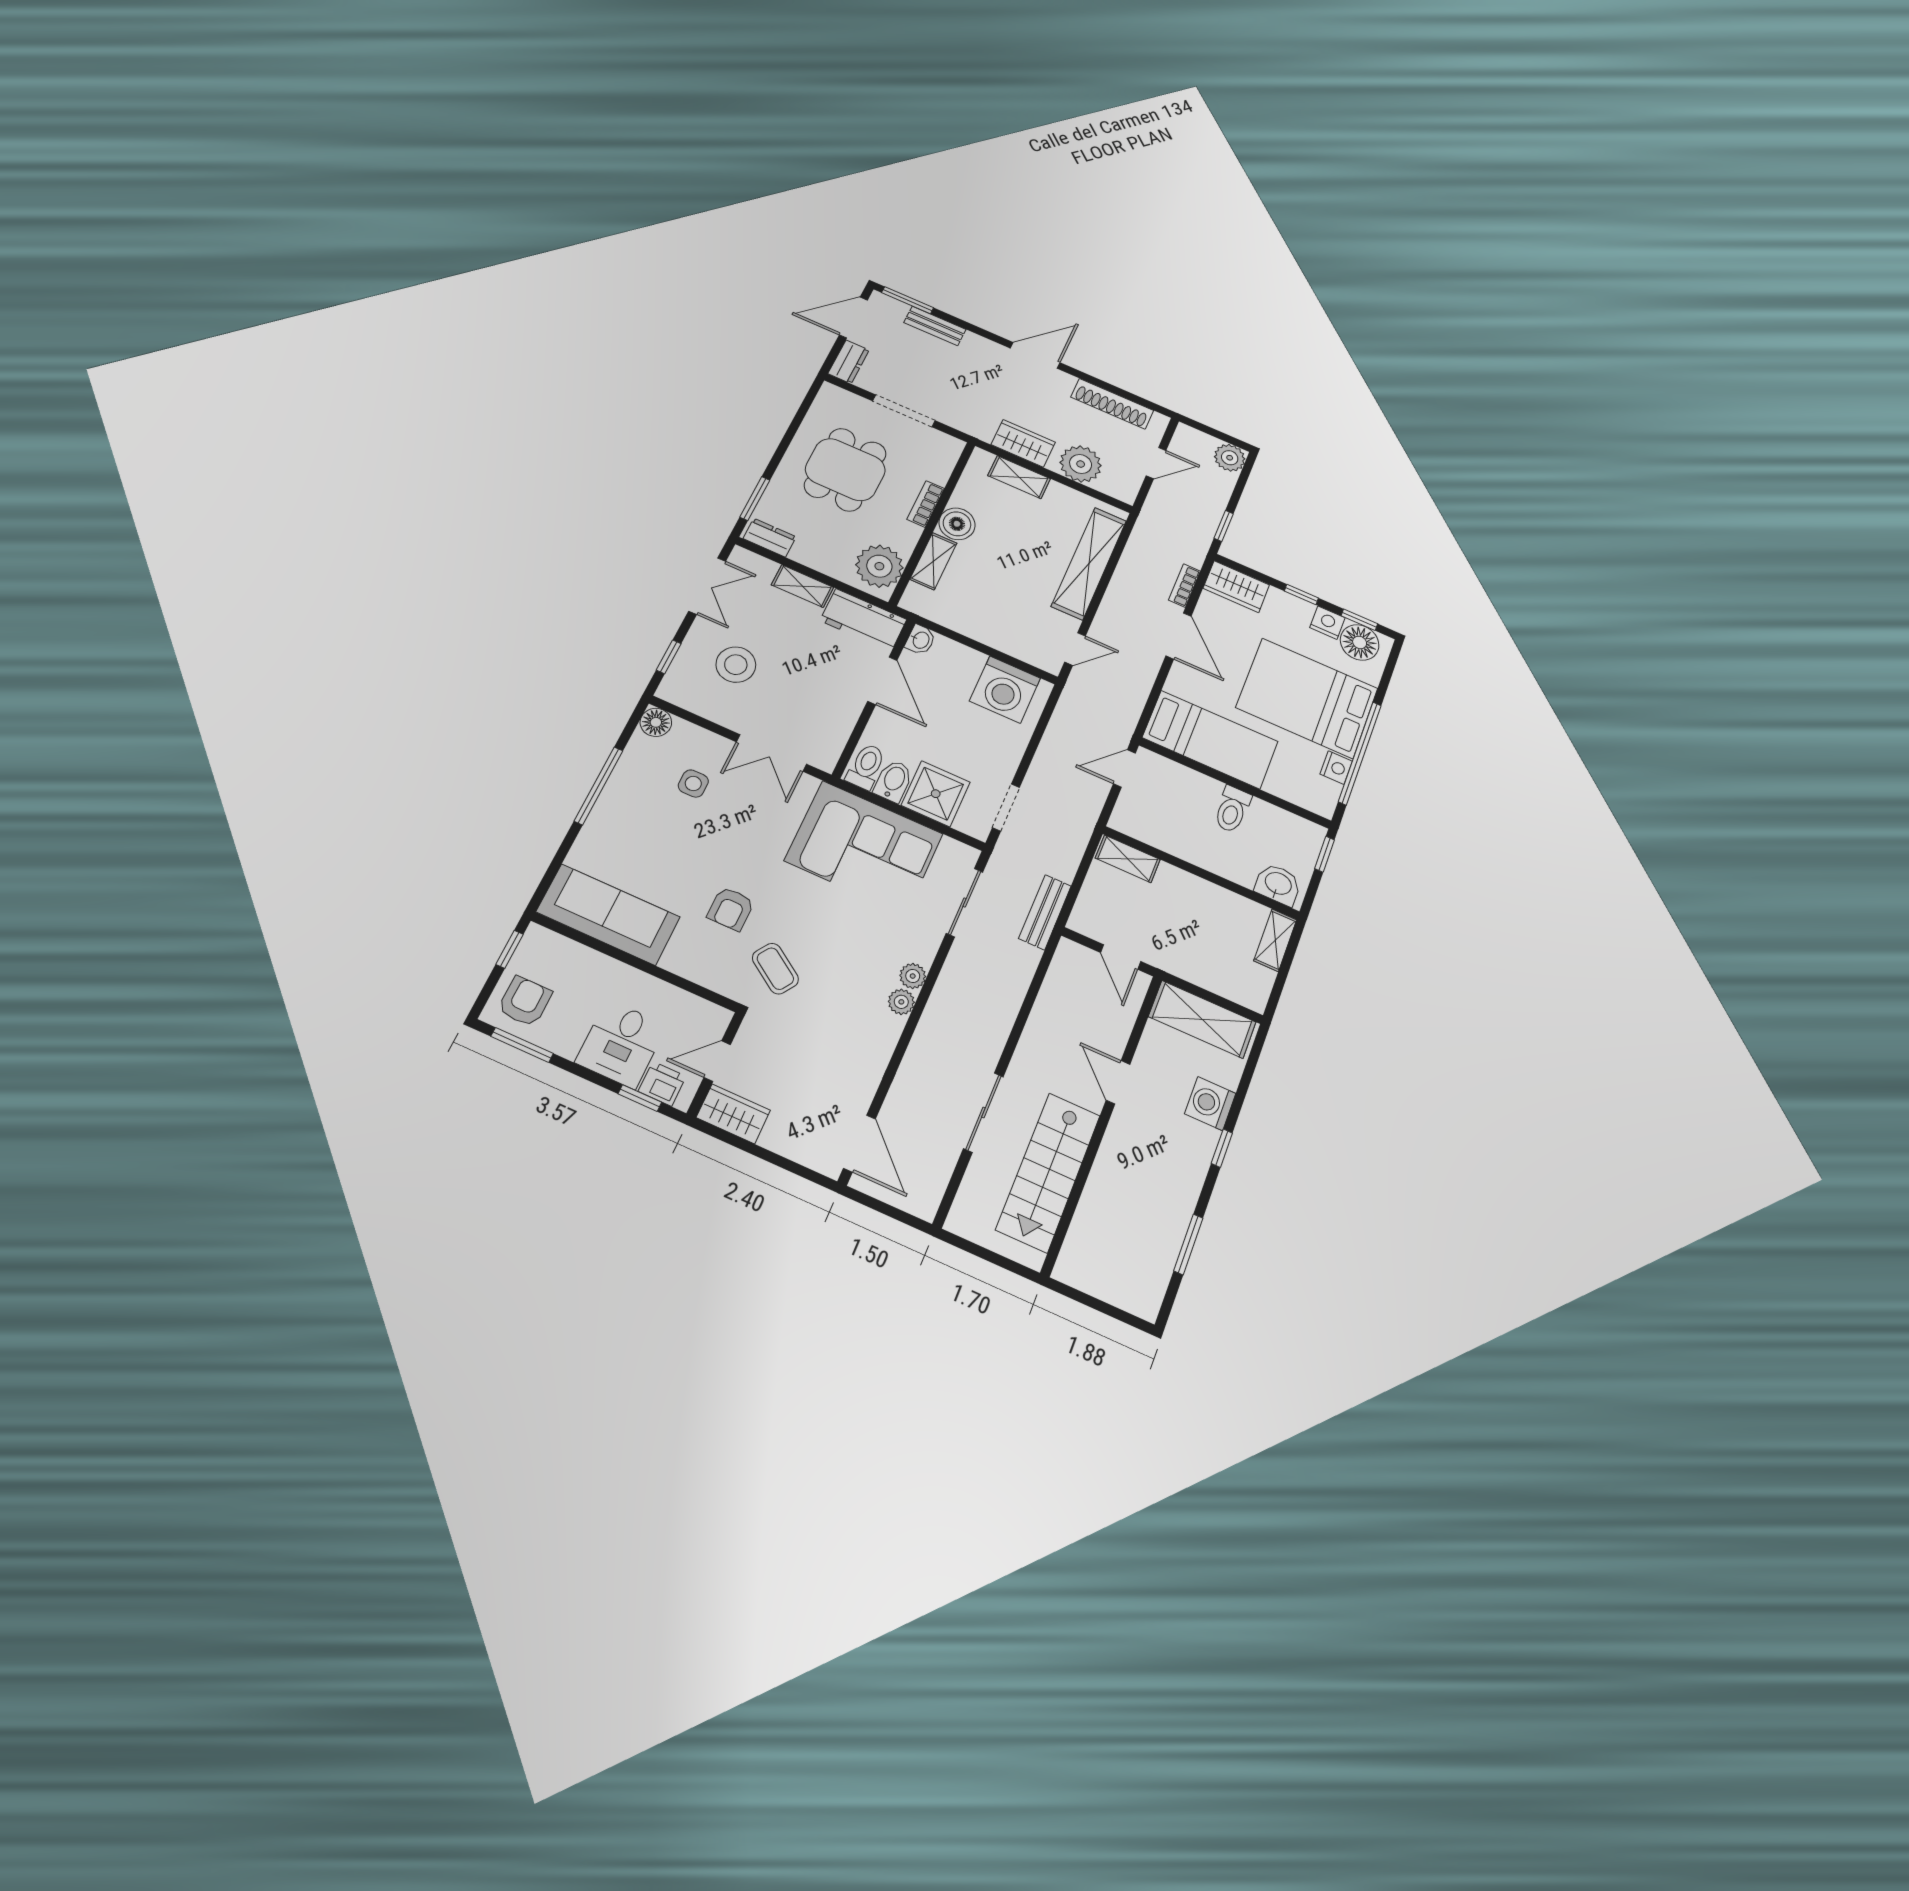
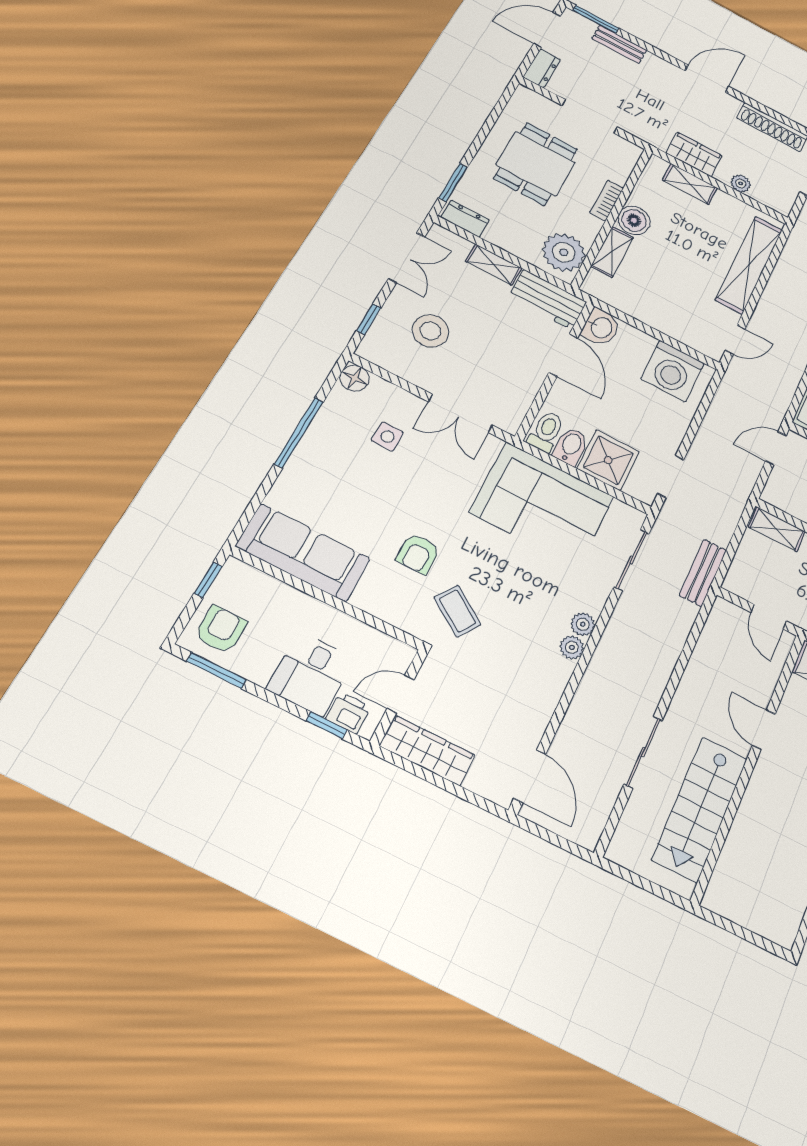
plant: (1081, 464) -> (741, 183), width x0.53, depth x0.53
washbasin: (920, 640) -> (601, 327), width x1.38, depth x1.45
wardrobe: (733, 1114) -> (427, 751), width x1.50

